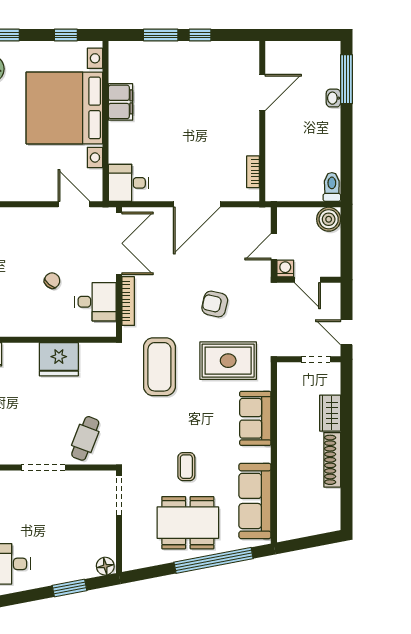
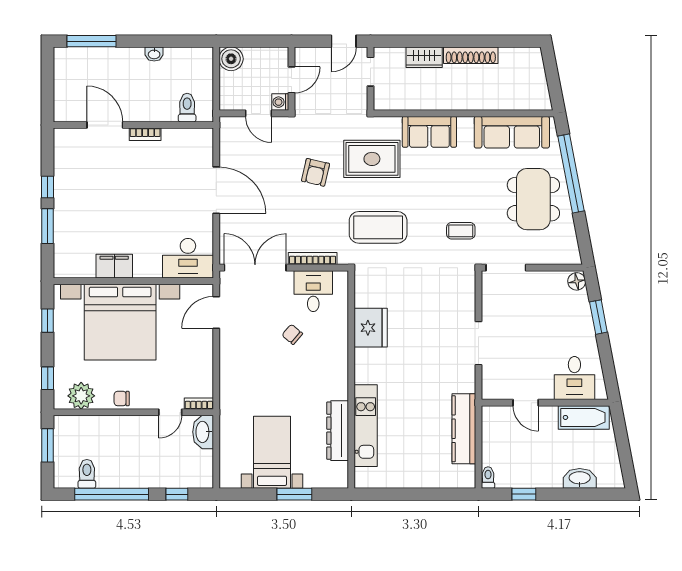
washbasin: (333, 98) -> (154, 54), moved
bookcase: (253, 172) -> (145, 134), moved
desk: (128, 183) -> (188, 258), width x1.37
toilet: (332, 187) -> (187, 108), moved, turned 90
rug: (228, 361) -> (372, 159), turned 90
cafe table: (85, 438) -> (449, 301), removed
coffee table: (186, 467) -> (461, 231), moved

